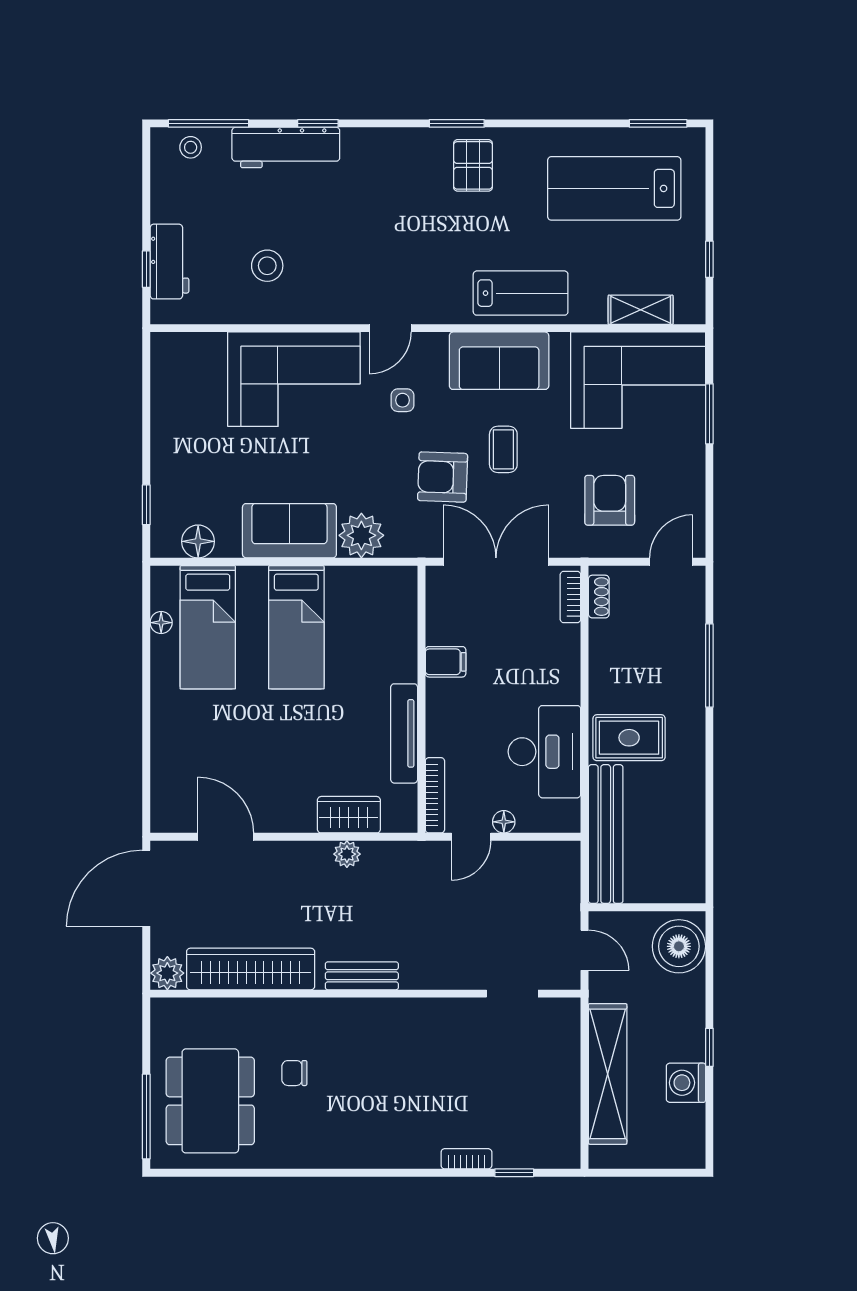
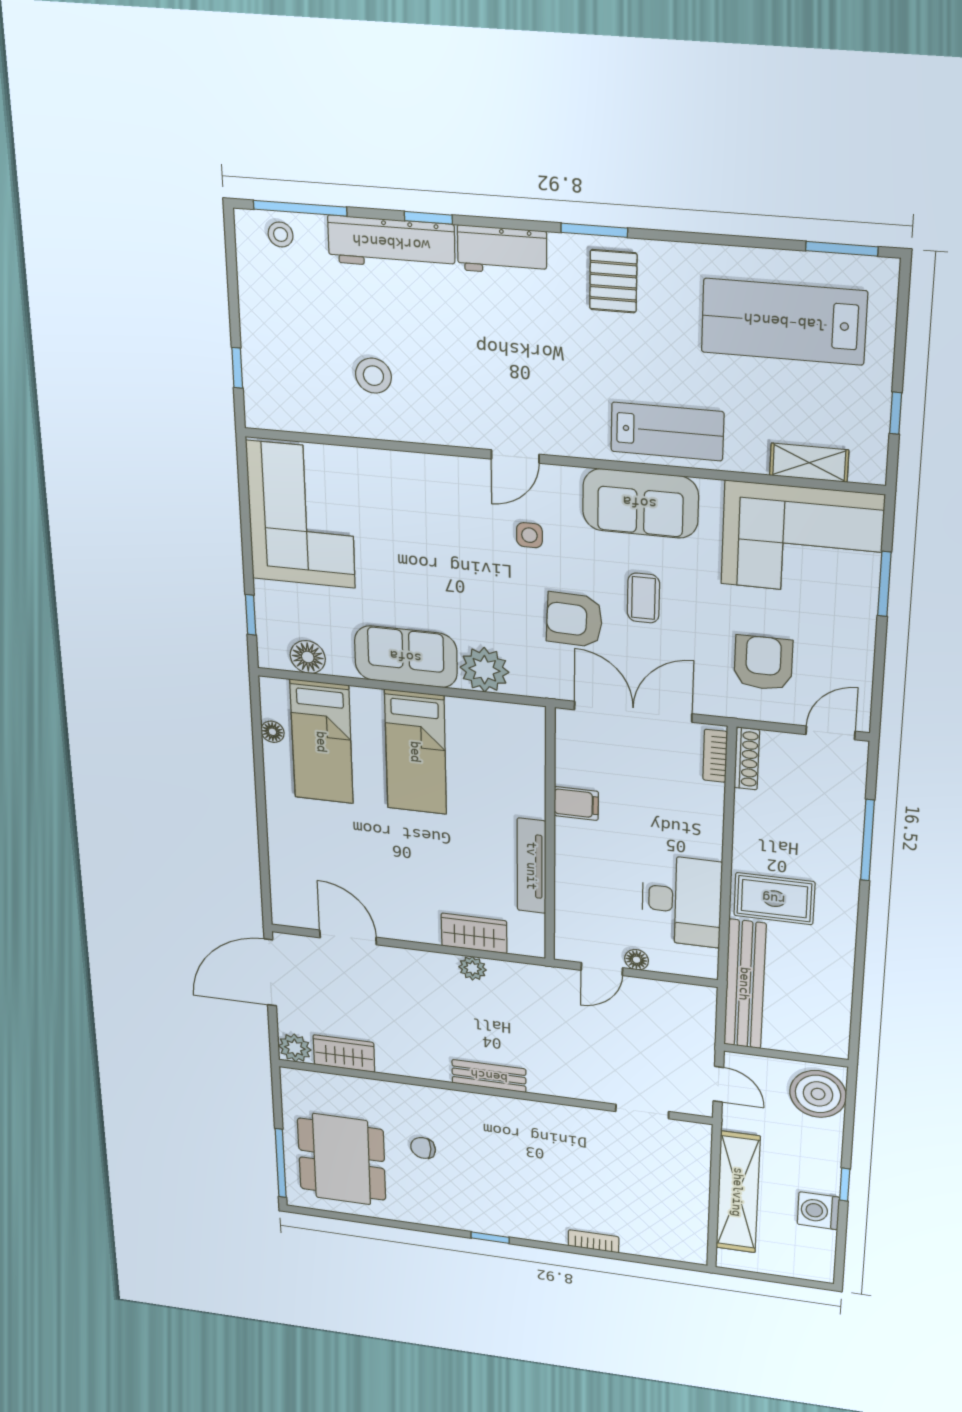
workbench: (169, 262) -> (502, 251), moved, turned 90
corner sofa: (294, 379) -> (301, 515), moved, turned -90
shoe rack: (599, 597) -> (747, 759), width x1.43
bookcase: (435, 795) -> (564, 927), removed
wardrobe: (251, 969) -> (344, 1054), width x0.48, depth x0.85
window: (514, 1173) -> (490, 1238), moved

